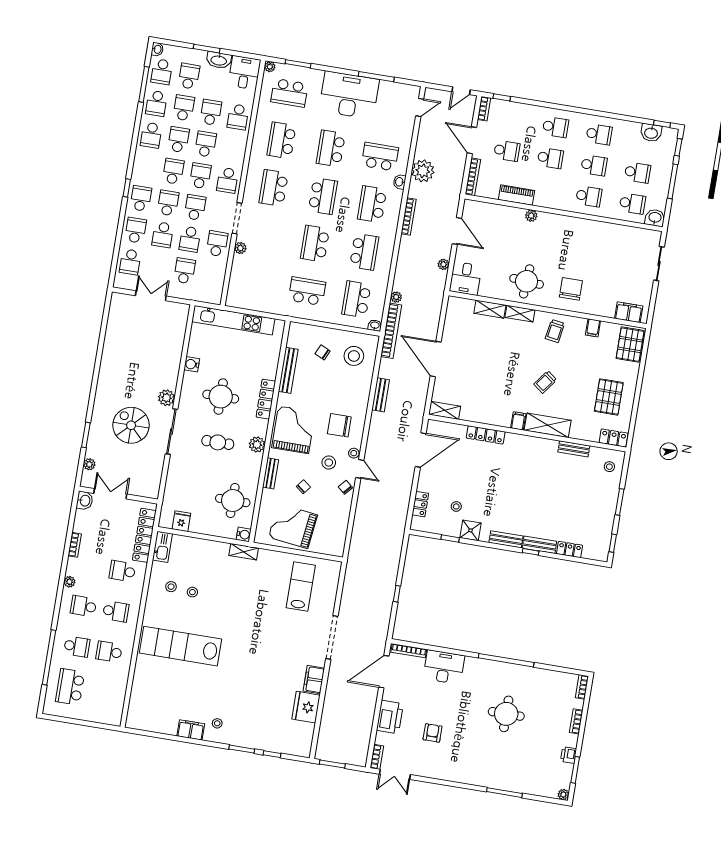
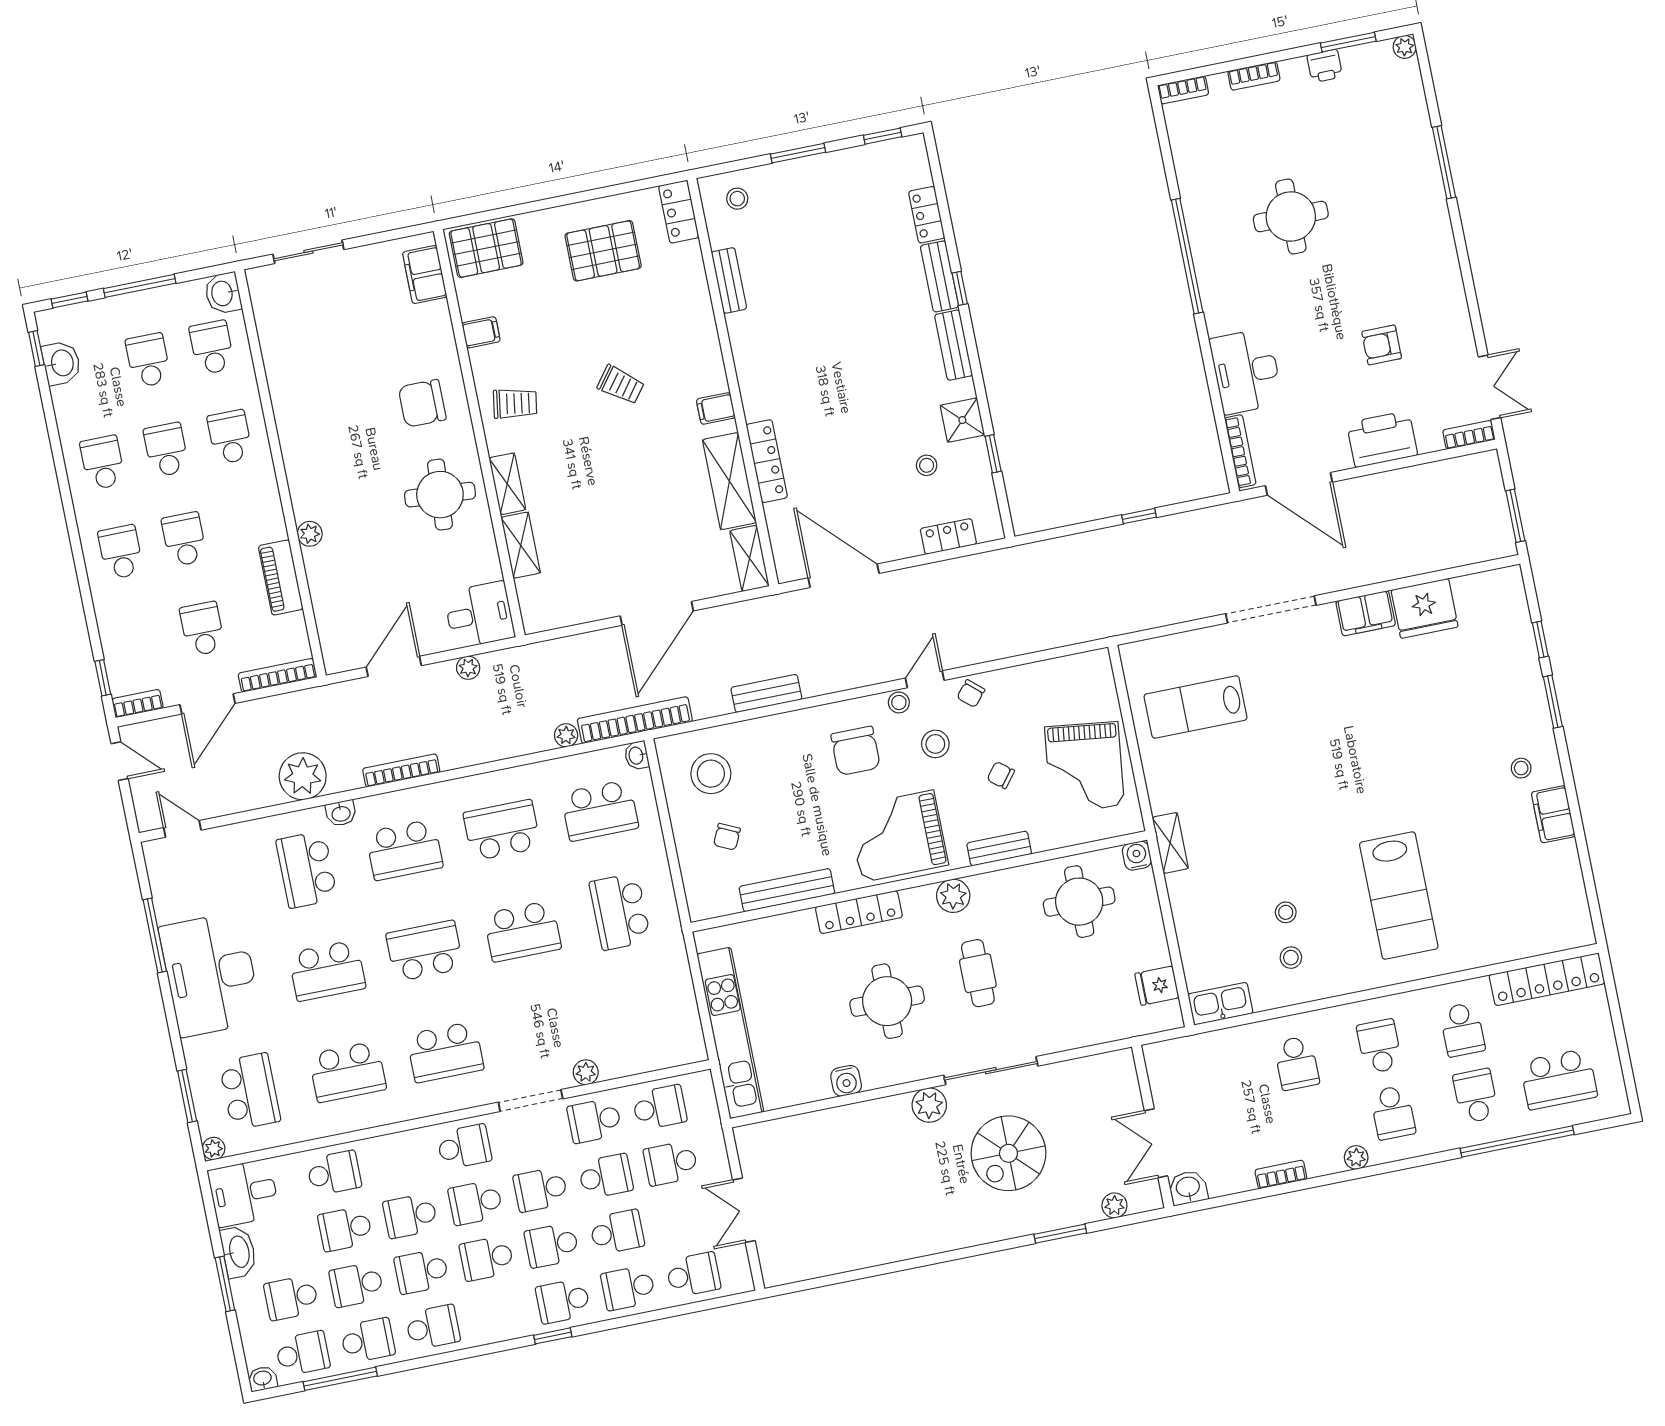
school desk: (212, 275) -> (660, 1107), added
shelving: (548, 425) -> (729, 481), moved
locker: (144, 535) -> (1547, 979), moved
lab bench: (181, 646) -> (1399, 896), width x0.73

